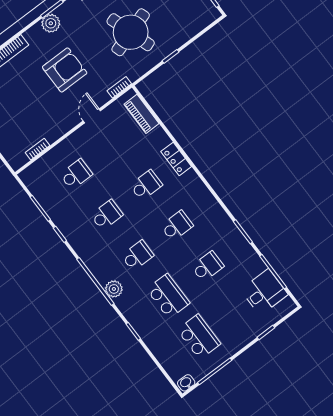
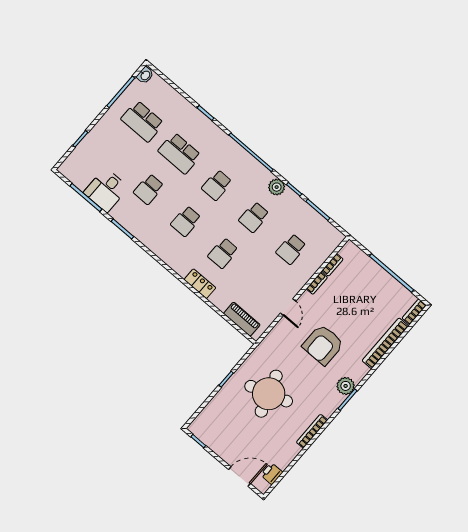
bookcase: (119, 87) -> (317, 283), moved
plant: (114, 289) -> (277, 187), moved
desk: (264, 292) -> (106, 190), moved

